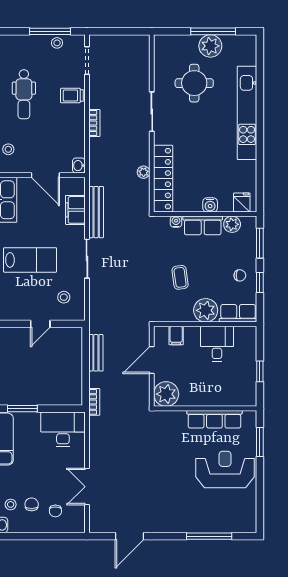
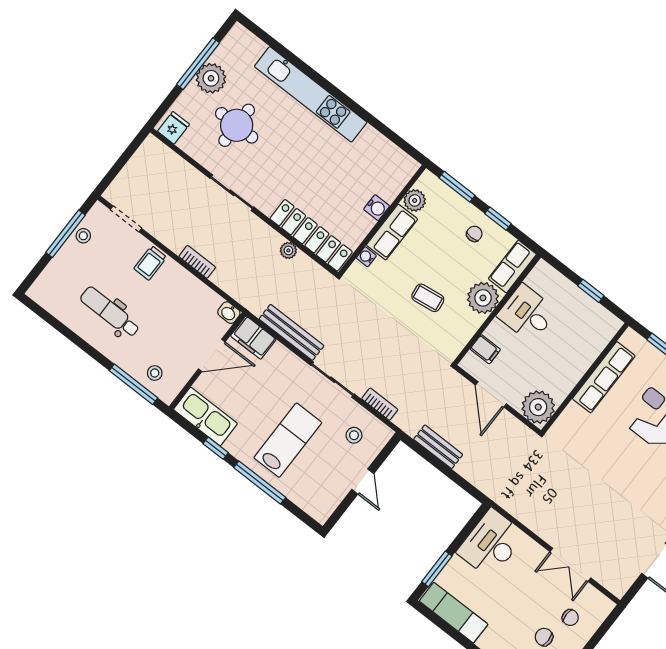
dental chair: (24, 94) -> (110, 312), turned 180
fridge: (242, 202) -> (173, 128), moved, turned 90
filing cabinet: (75, 210) -> (253, 338), moved
bookcase: (94, 402) -> (380, 404), moved

